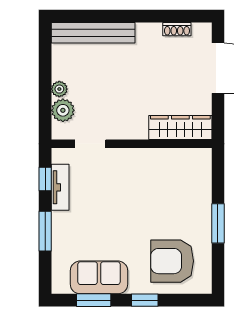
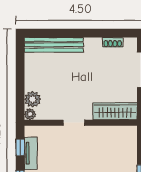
plant: (59, 89) -> (30, 114), moved
doorway: (90, 144) -> (74, 123), moved

